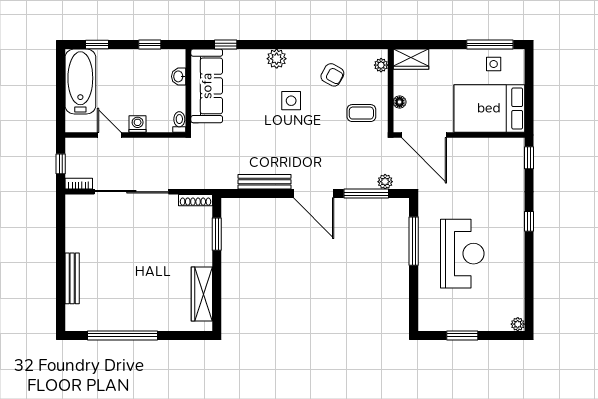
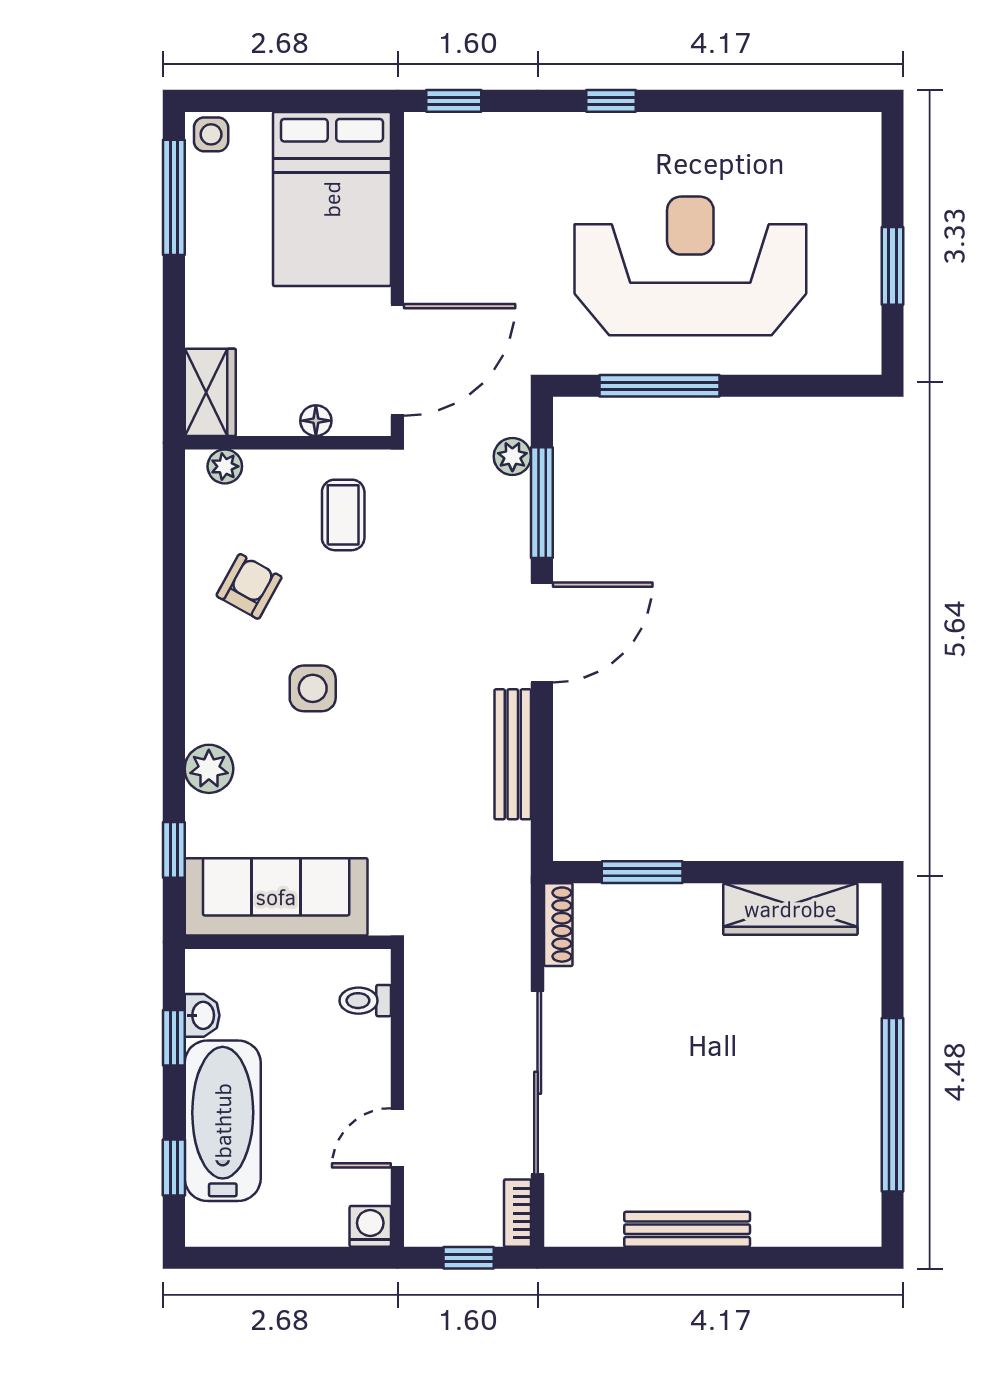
plant: (277, 59) -> (209, 769), moved
side table: (494, 64) -> (211, 134), moved
washbasin: (179, 76) -> (202, 1015), moved, turned -90
bathtub: (80, 81) -> (223, 1121), moved, turned 90
toilet: (179, 122) -> (365, 1001), moved
washing machine: (138, 124) -> (370, 1226), moved, turned 90
reception desk: (462, 254) -> (690, 266), width x1.36, depth x1.30
bench: (72, 278) -> (687, 1229), moved
plant: (518, 324) -> (865, 129), removed

